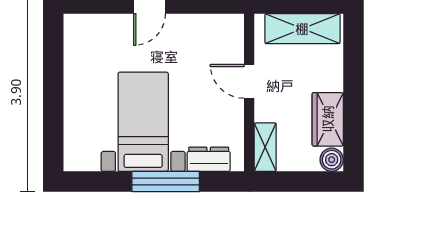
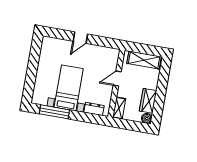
door: (249, 81) -> (117, 79), hinge flipped
window: (166, 181) -> (54, 112), moved

